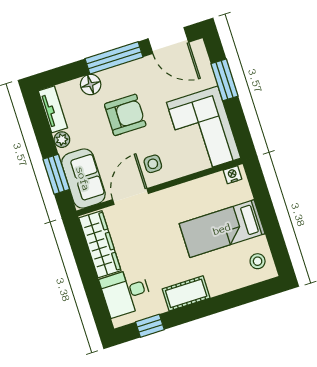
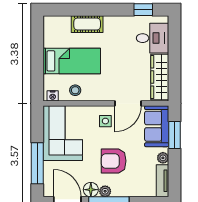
plant: (124, 72) -> (105, 191), added
window: (224, 80) -> (37, 163), width x1.44
floor lamp: (91, 84) -> (91, 190), moved
stool: (258, 261) -> (75, 90), moved
cot: (186, 293) -> (87, 24), moved

